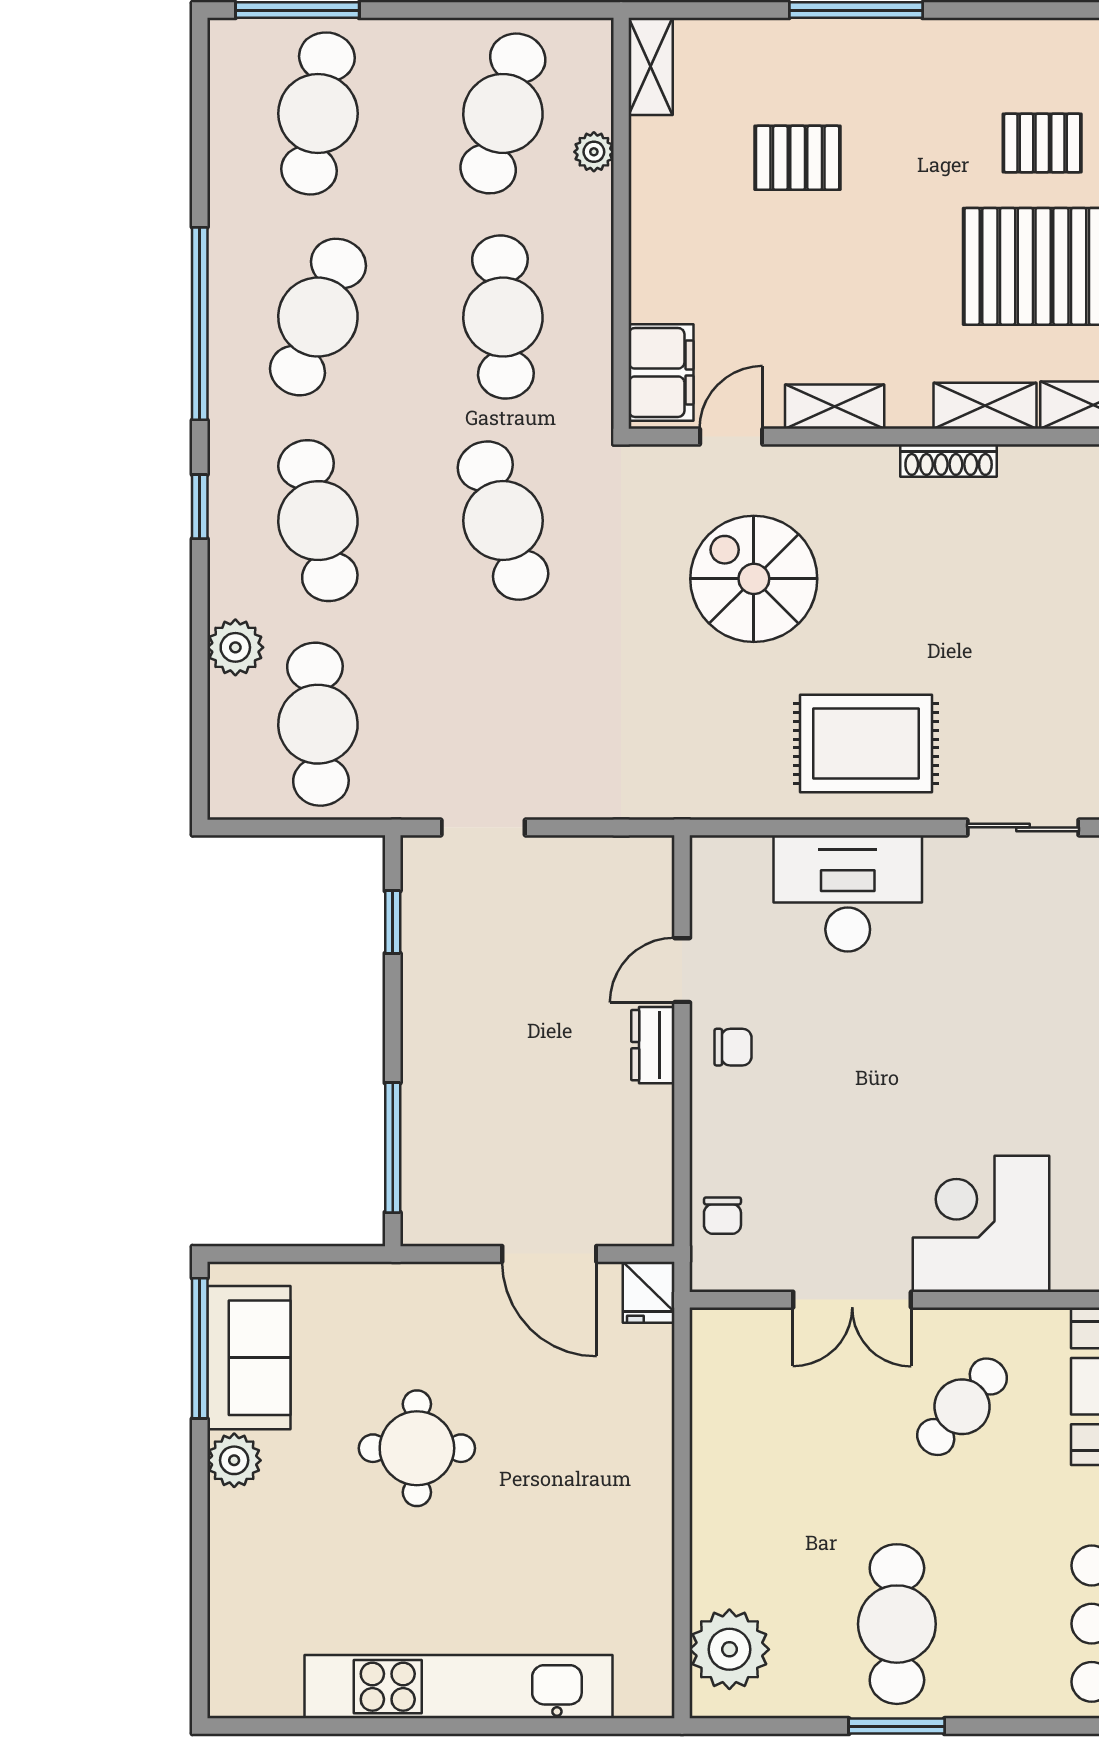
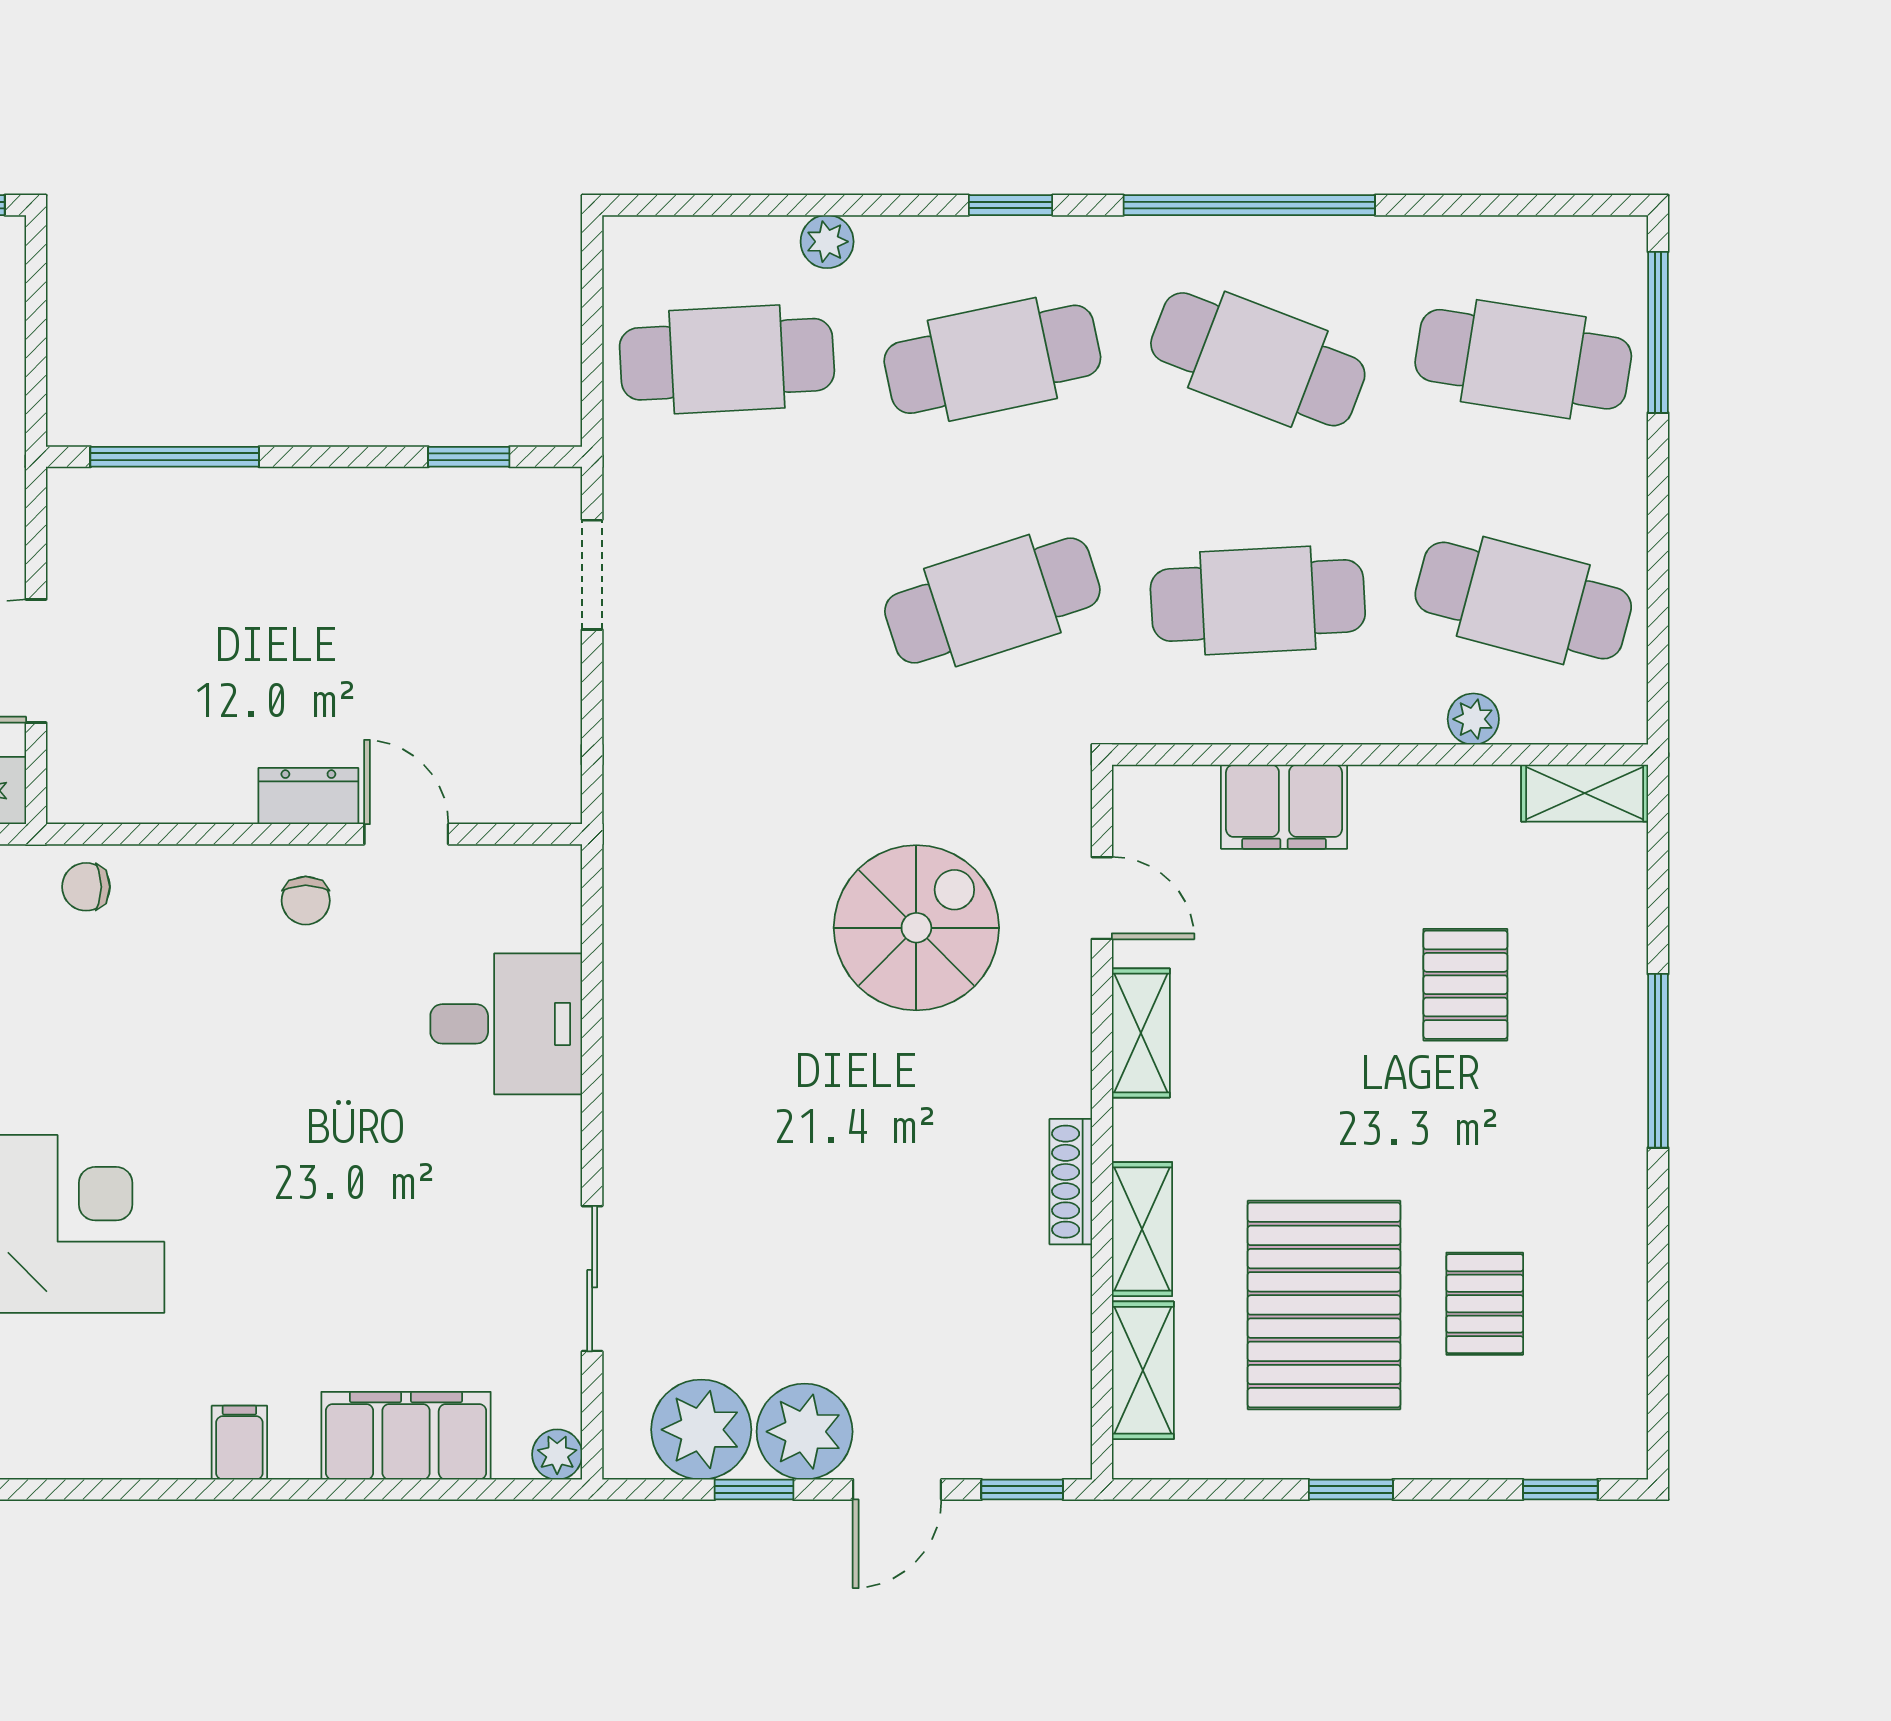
filing cabinet: (661, 372) -> (1284, 807), moved
plant: (235, 647) -> (827, 242), width x0.73, depth x0.73
rug: (866, 744) -> (702, 1074), removed
desk: (848, 893) -> (506, 1024), width x0.73

